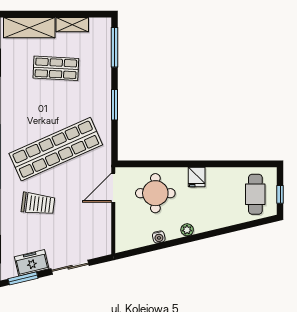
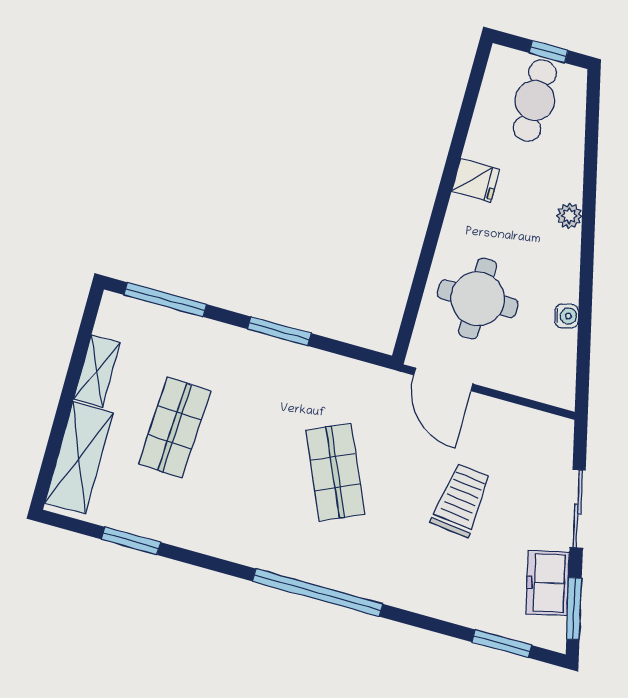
shop shelf: (56, 149) -> (335, 472), width x0.50, depth x0.74
fridge: (197, 177) -> (476, 180), moved
cafe table: (255, 194) -> (535, 101), turned 90
trolley: (38, 204) -> (461, 500), moved
plant: (187, 230) -> (569, 216), moved

